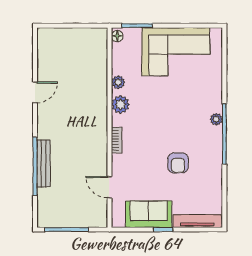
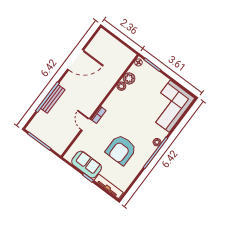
corner sofa: (176, 52) -> (170, 106), moved, turned 90
door: (35, 92) -> (75, 60), width x1.87
plant: (120, 105) -> (129, 78), moved
armchair: (178, 163) -> (121, 150), width x1.88, depth x1.88
door: (109, 187) -> (86, 125), moved

